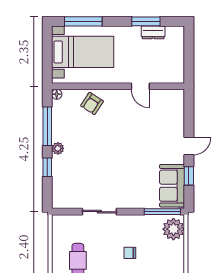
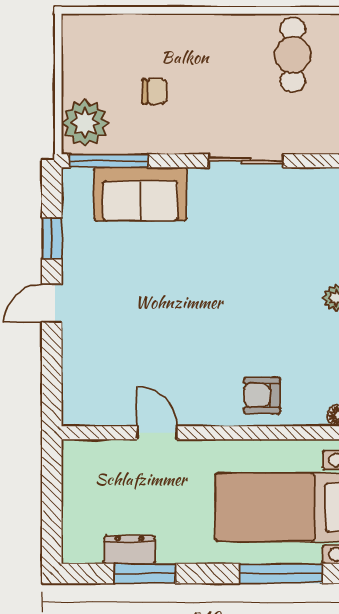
armchair: (92, 103) -> (262, 395), turned -123
sofa: (172, 186) -> (140, 194), moved, turned 90
chair: (130, 253) -> (155, 91), moved

